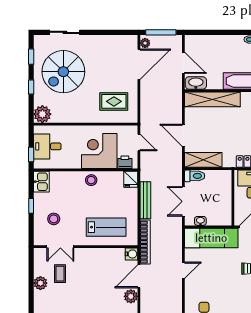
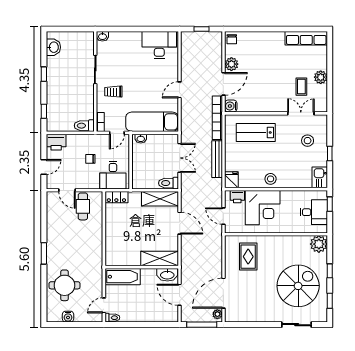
shelving: (212, 99) -> (160, 259), width x0.68
rug: (114, 101) -> (248, 257), turned 90
washbasin: (200, 221) -> (141, 139), moved

